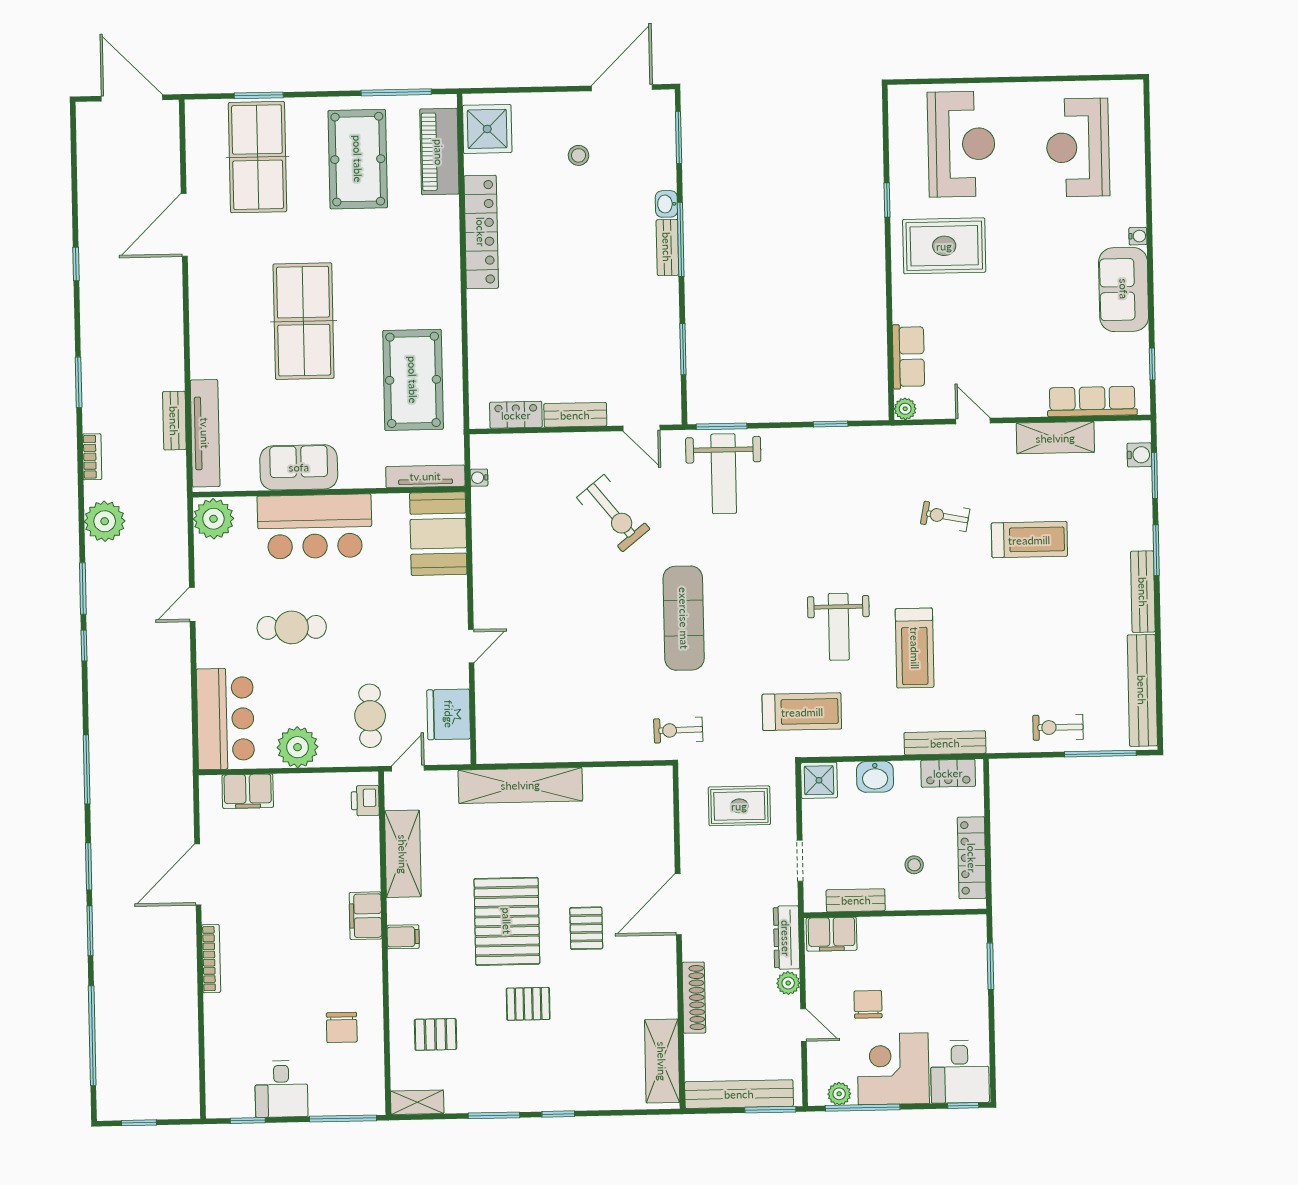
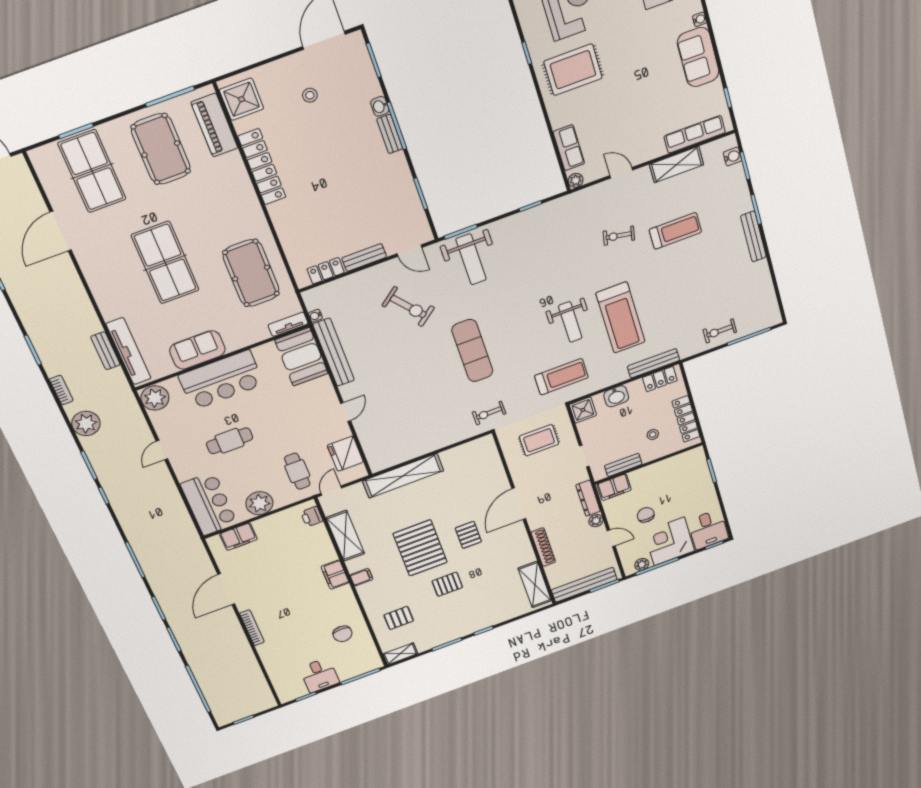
tv unit: (425, 476) -> (288, 324), width x0.71
treadmill: (915, 648) -> (620, 318), width x1.37, depth x1.38
bench: (1142, 690) -> (334, 352), moved

